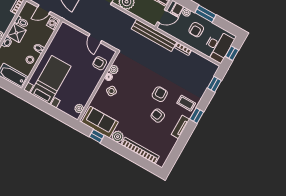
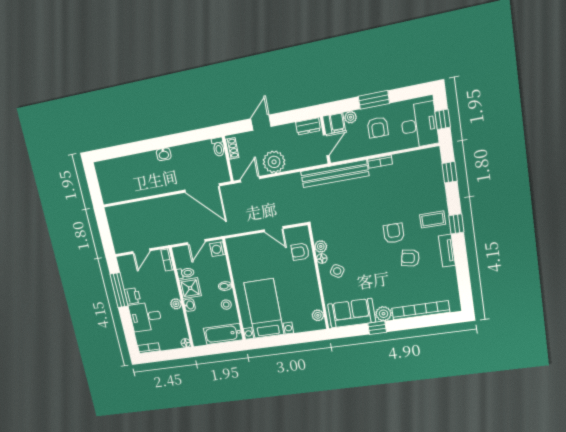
window: (97, 136) -> (377, 328), moved

